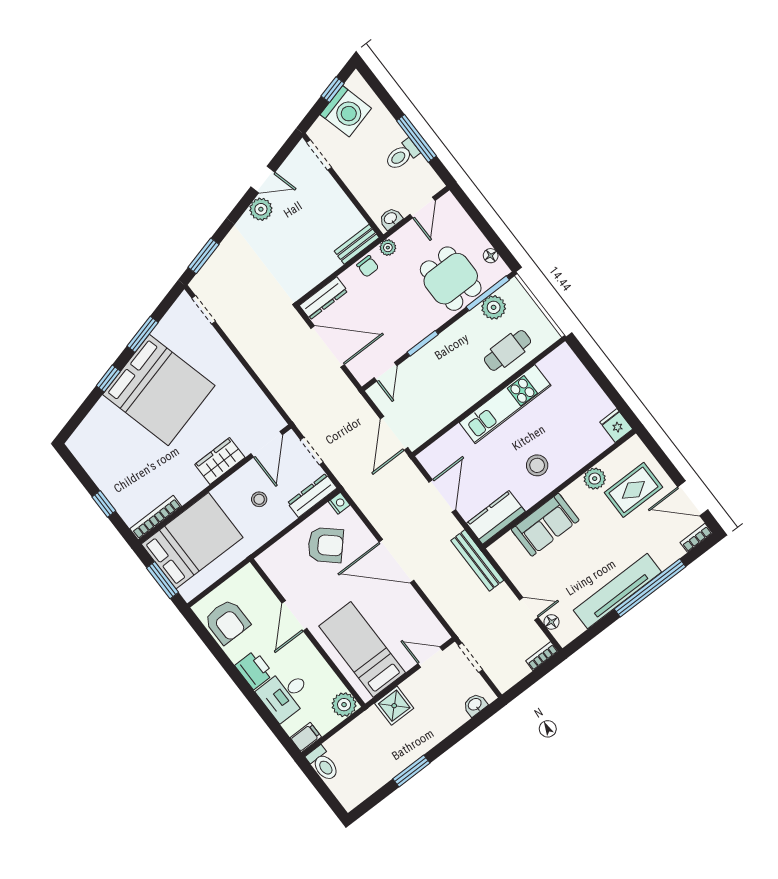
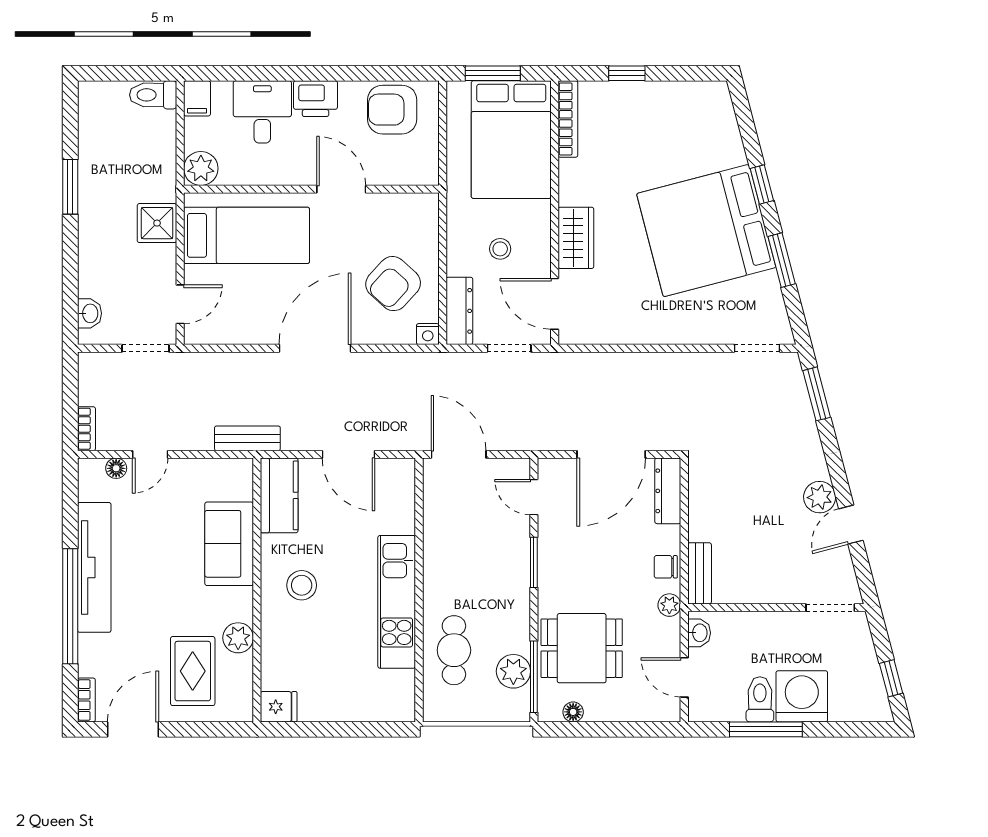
washing machine: (346, 111) -> (802, 696), moved, turned 105
bench: (477, 560) -> (247, 438), width x0.73

